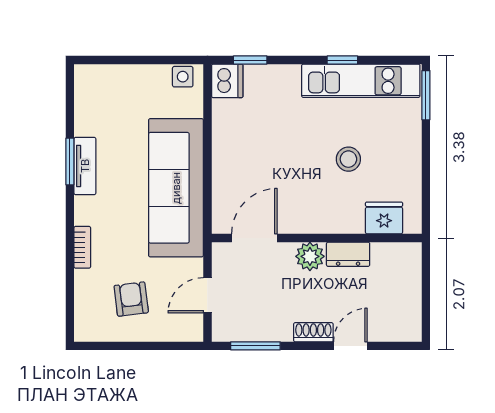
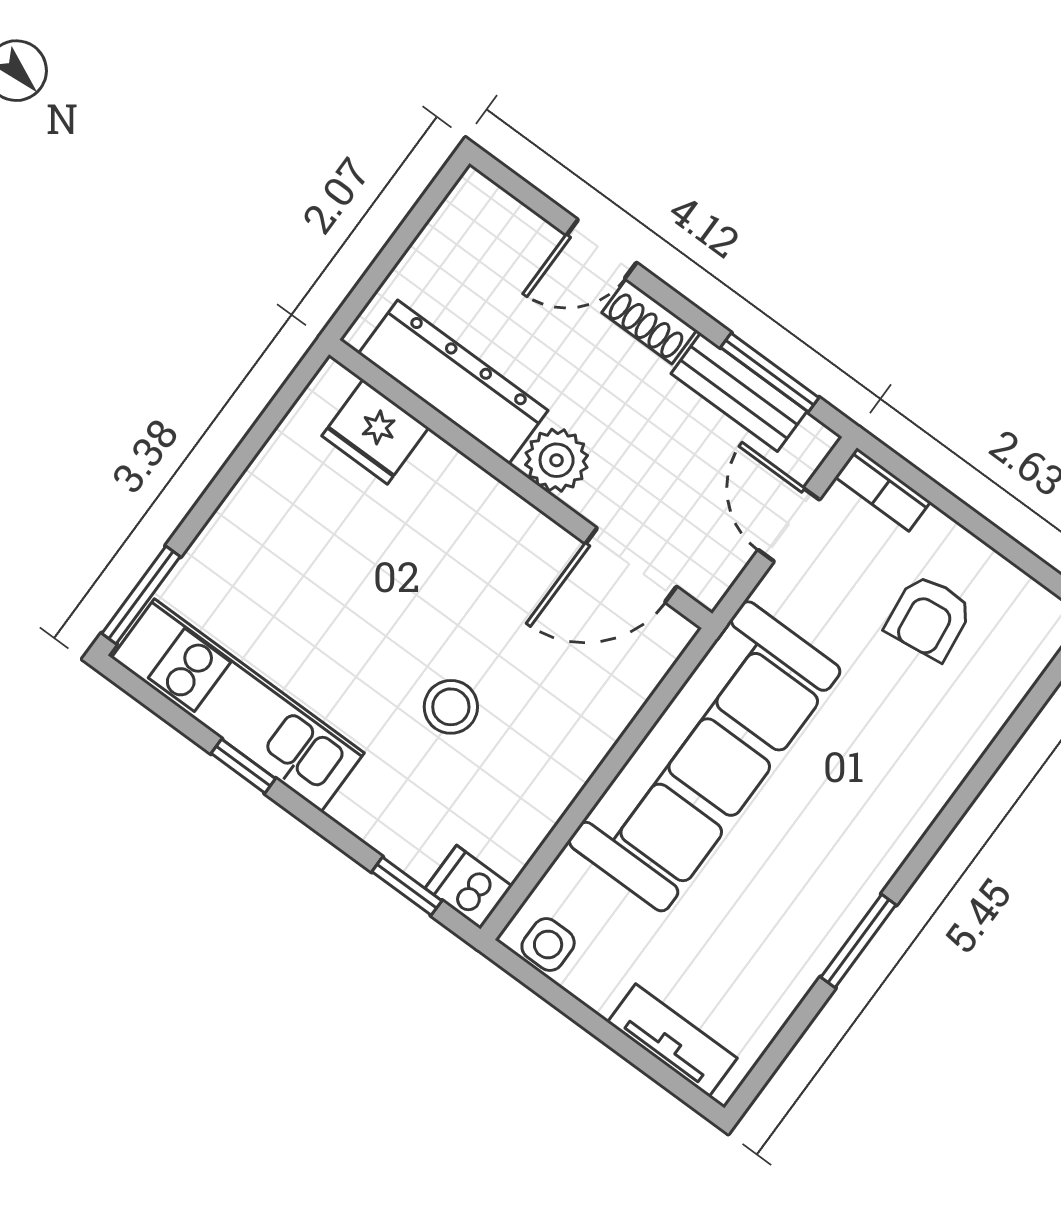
dishwasher: (227, 81) -> (469, 887), width x0.73
stool: (348, 159) -> (451, 707), moved
tv unit: (85, 166) -> (672, 1040), moved, turned 90
bookcase: (82, 247) -> (883, 489), moved, turned -90
dresser: (348, 254) -> (453, 382), width x1.96, depth x1.24
door: (207, 295) -> (789, 525), swing flipped
bench: (261, 330) -> (739, 392), added

